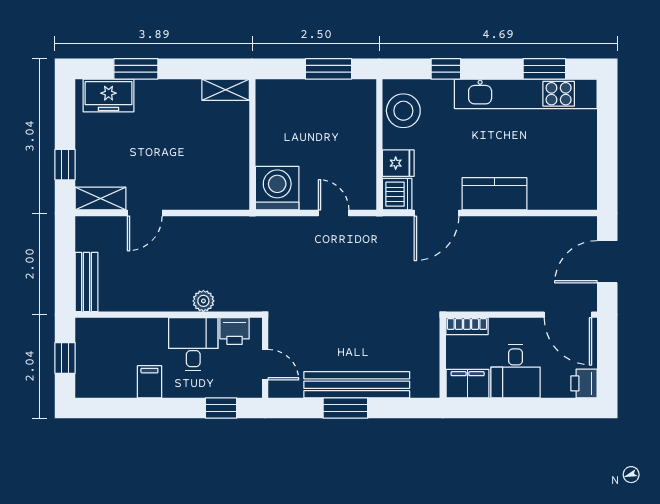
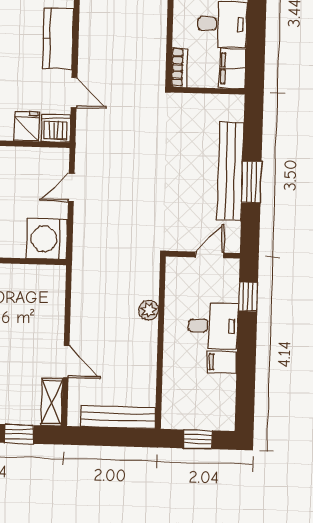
door: (437, 213) -> (74, 93), width x0.73
bench: (86, 282) -> (118, 417), width x1.36
printer: (235, 331) -> (177, 282), removed
desk: (193, 344) -> (213, 326), moved, turned 180

